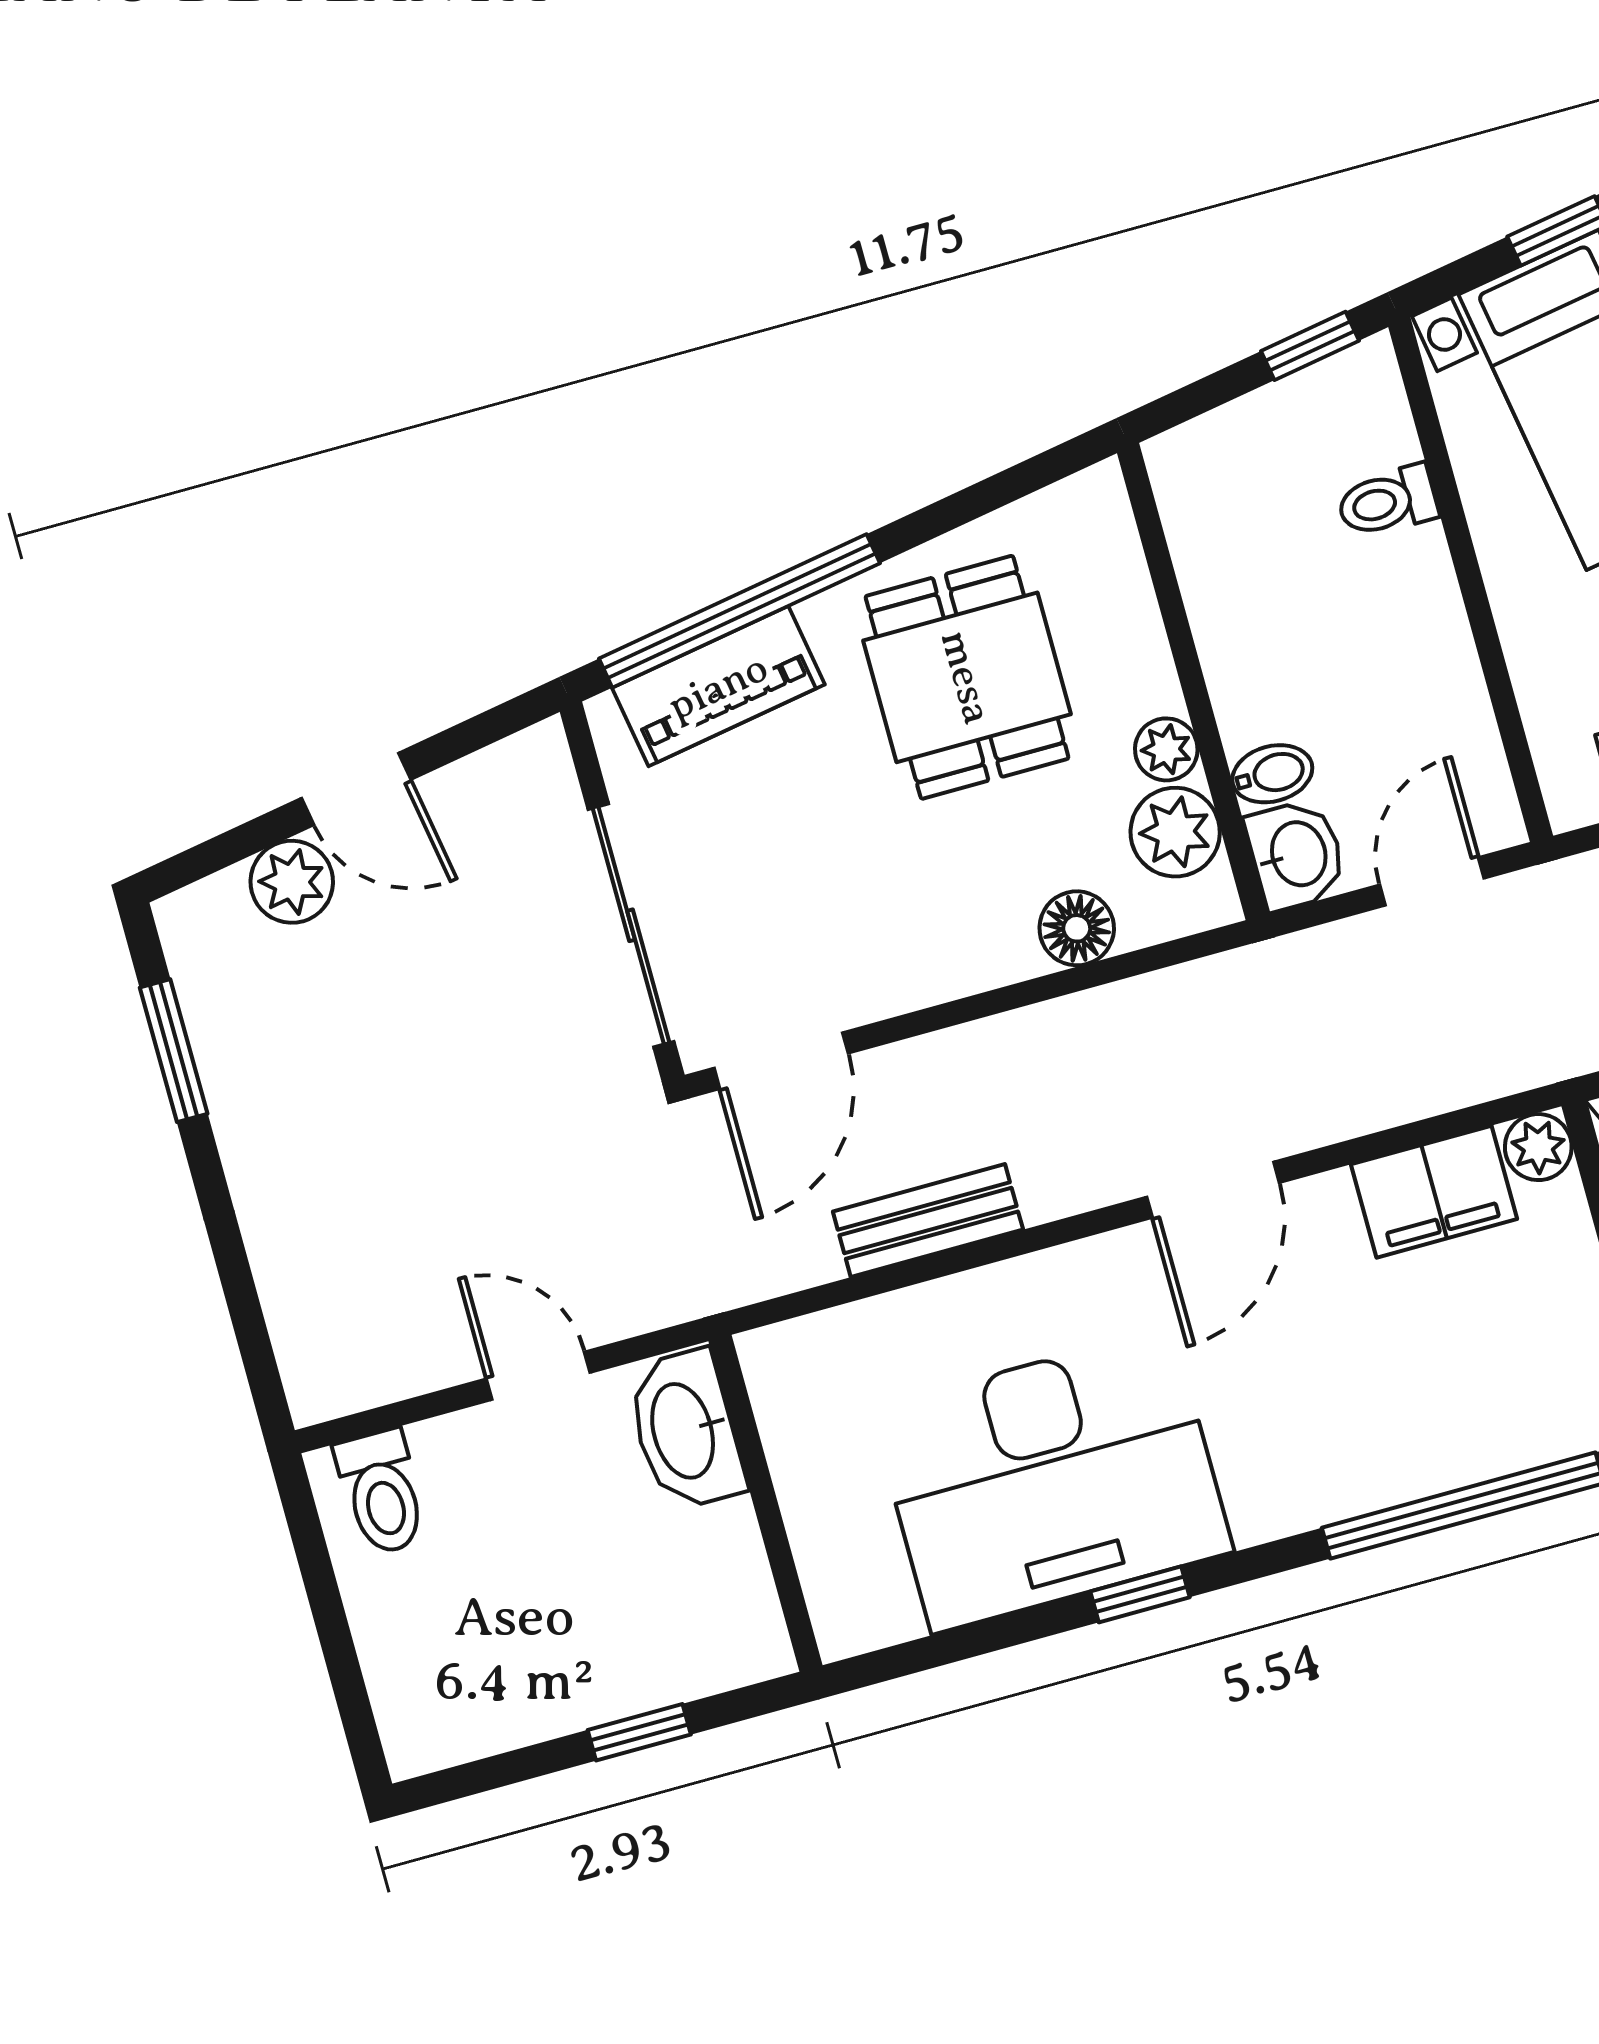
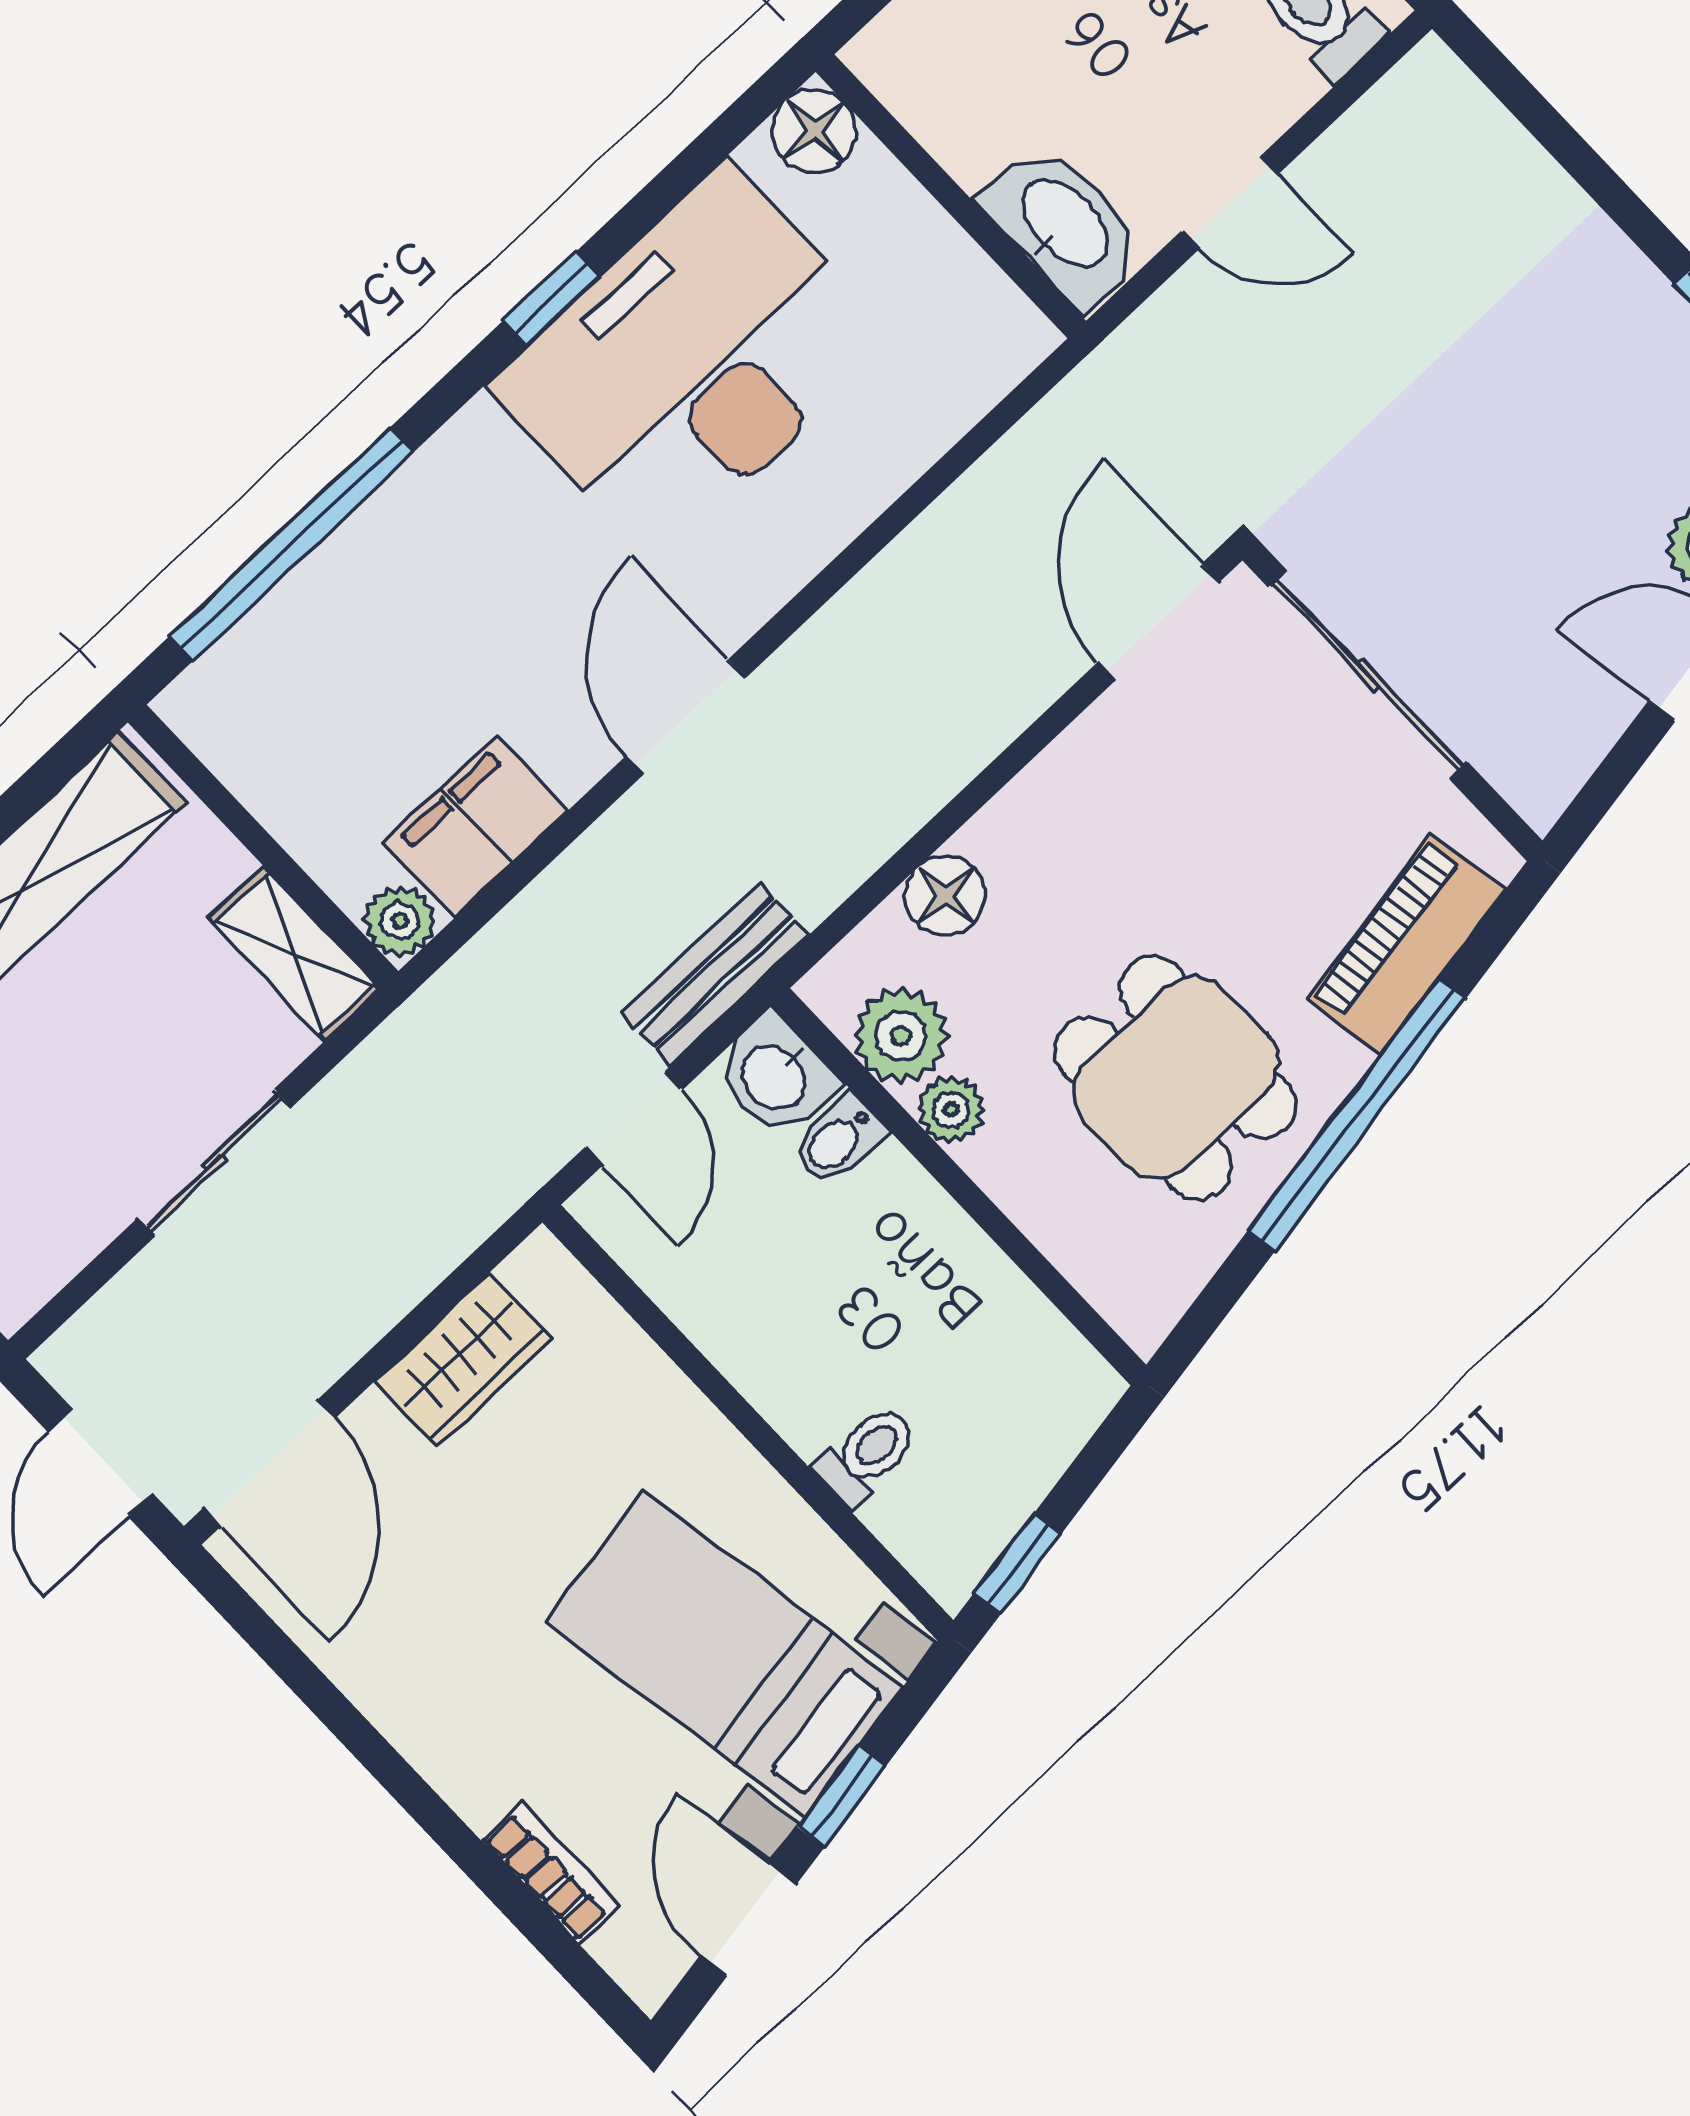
window: (739, 611) -> (1357, 1114), moved
bench: (928, 1221) -> (715, 974), moved
floor lamp: (850, 1617) -> (814, 131), added

